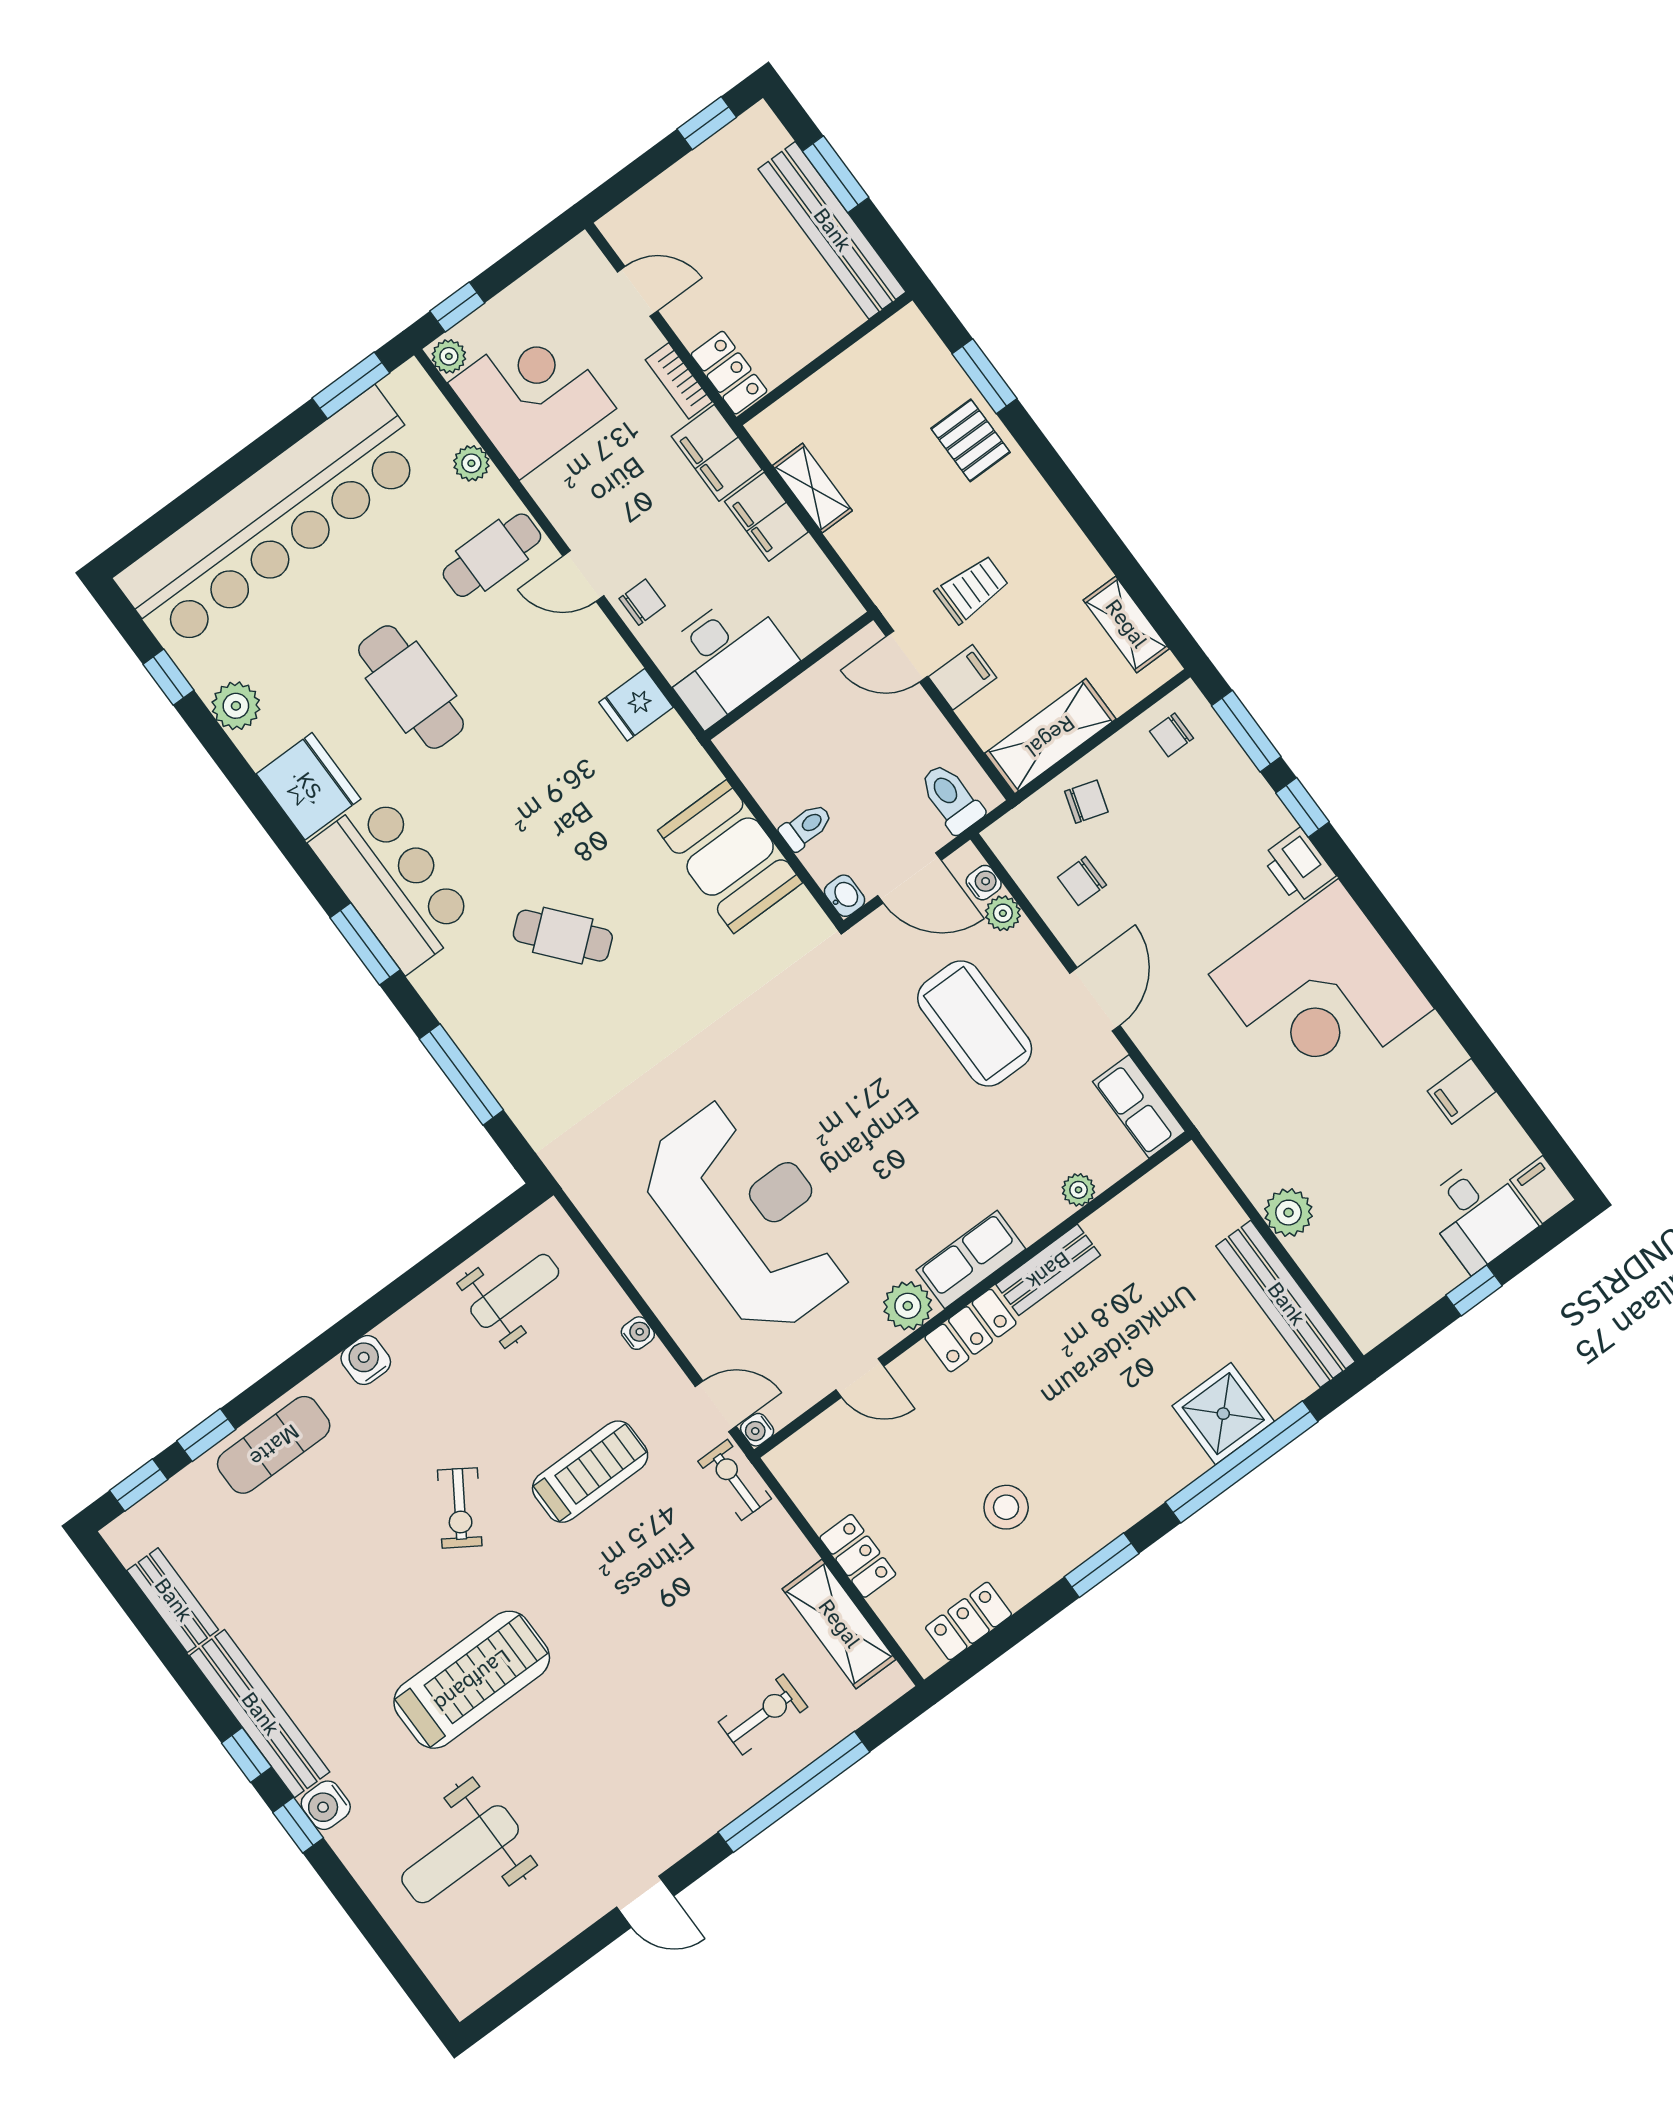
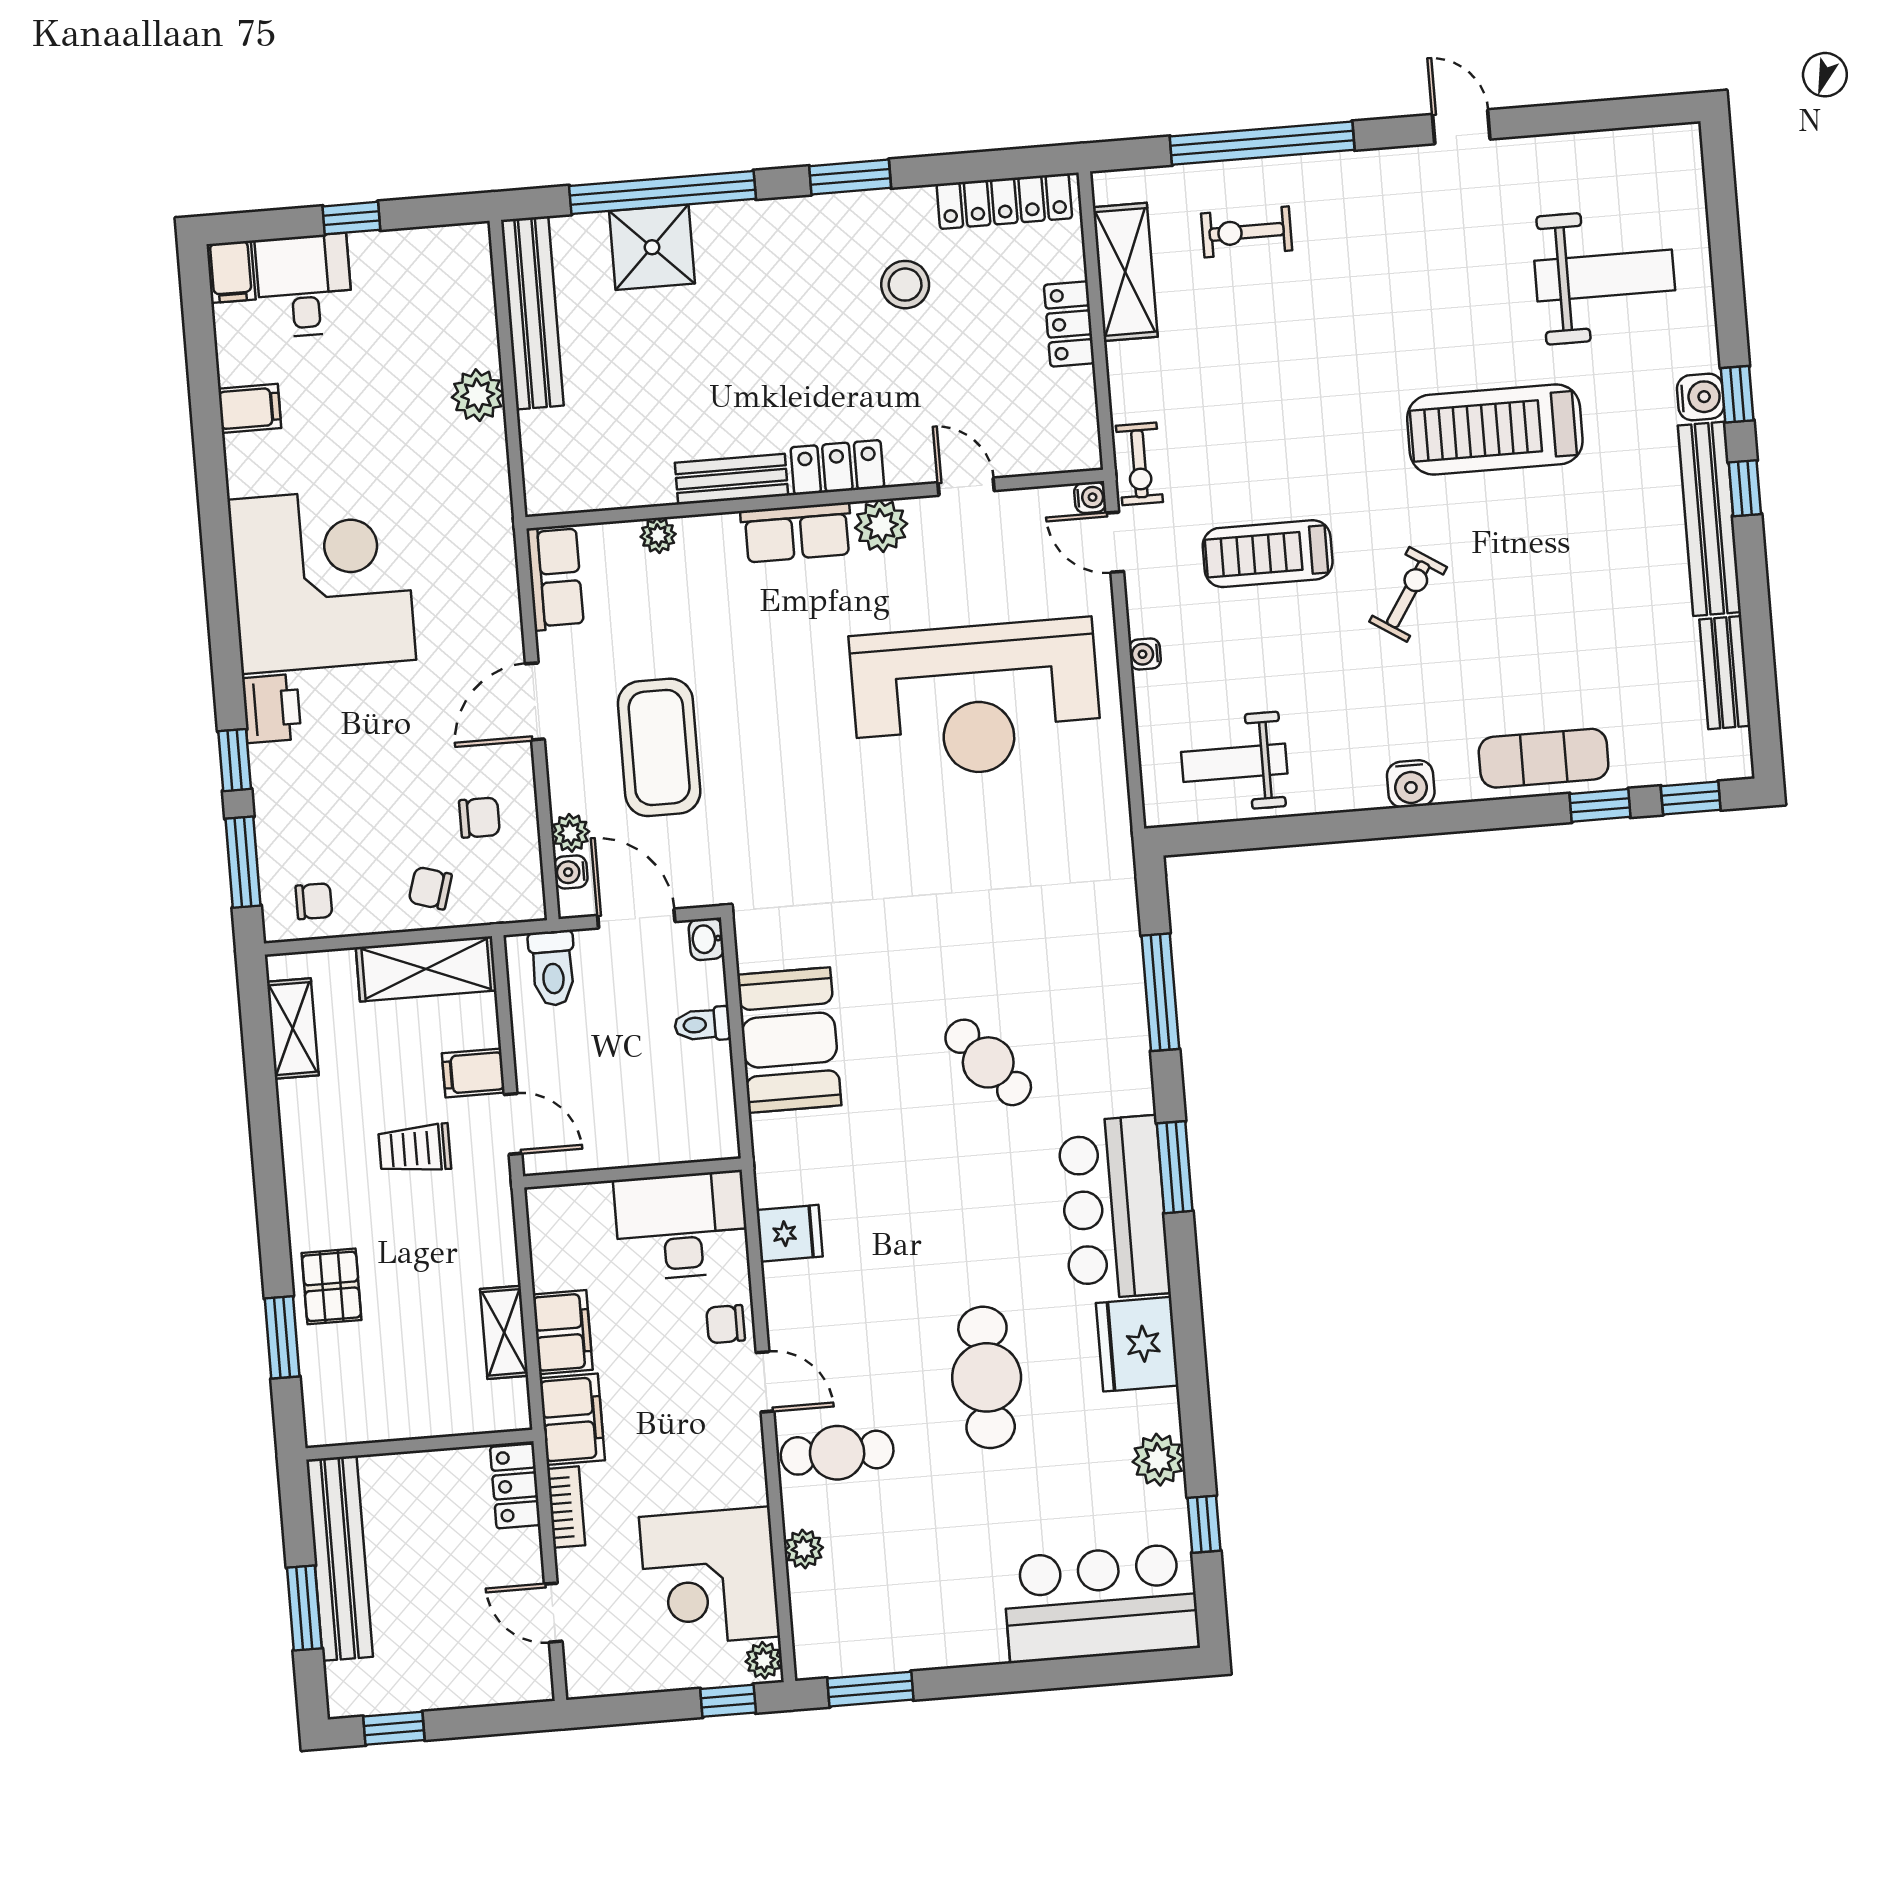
bar counter: (272, 520) -> (1101, 1603), width x0.54
reception desk: (749, 1216) -> (976, 699), turned -90
locker: (969, 1621) -> (1004, 201), width x1.53

